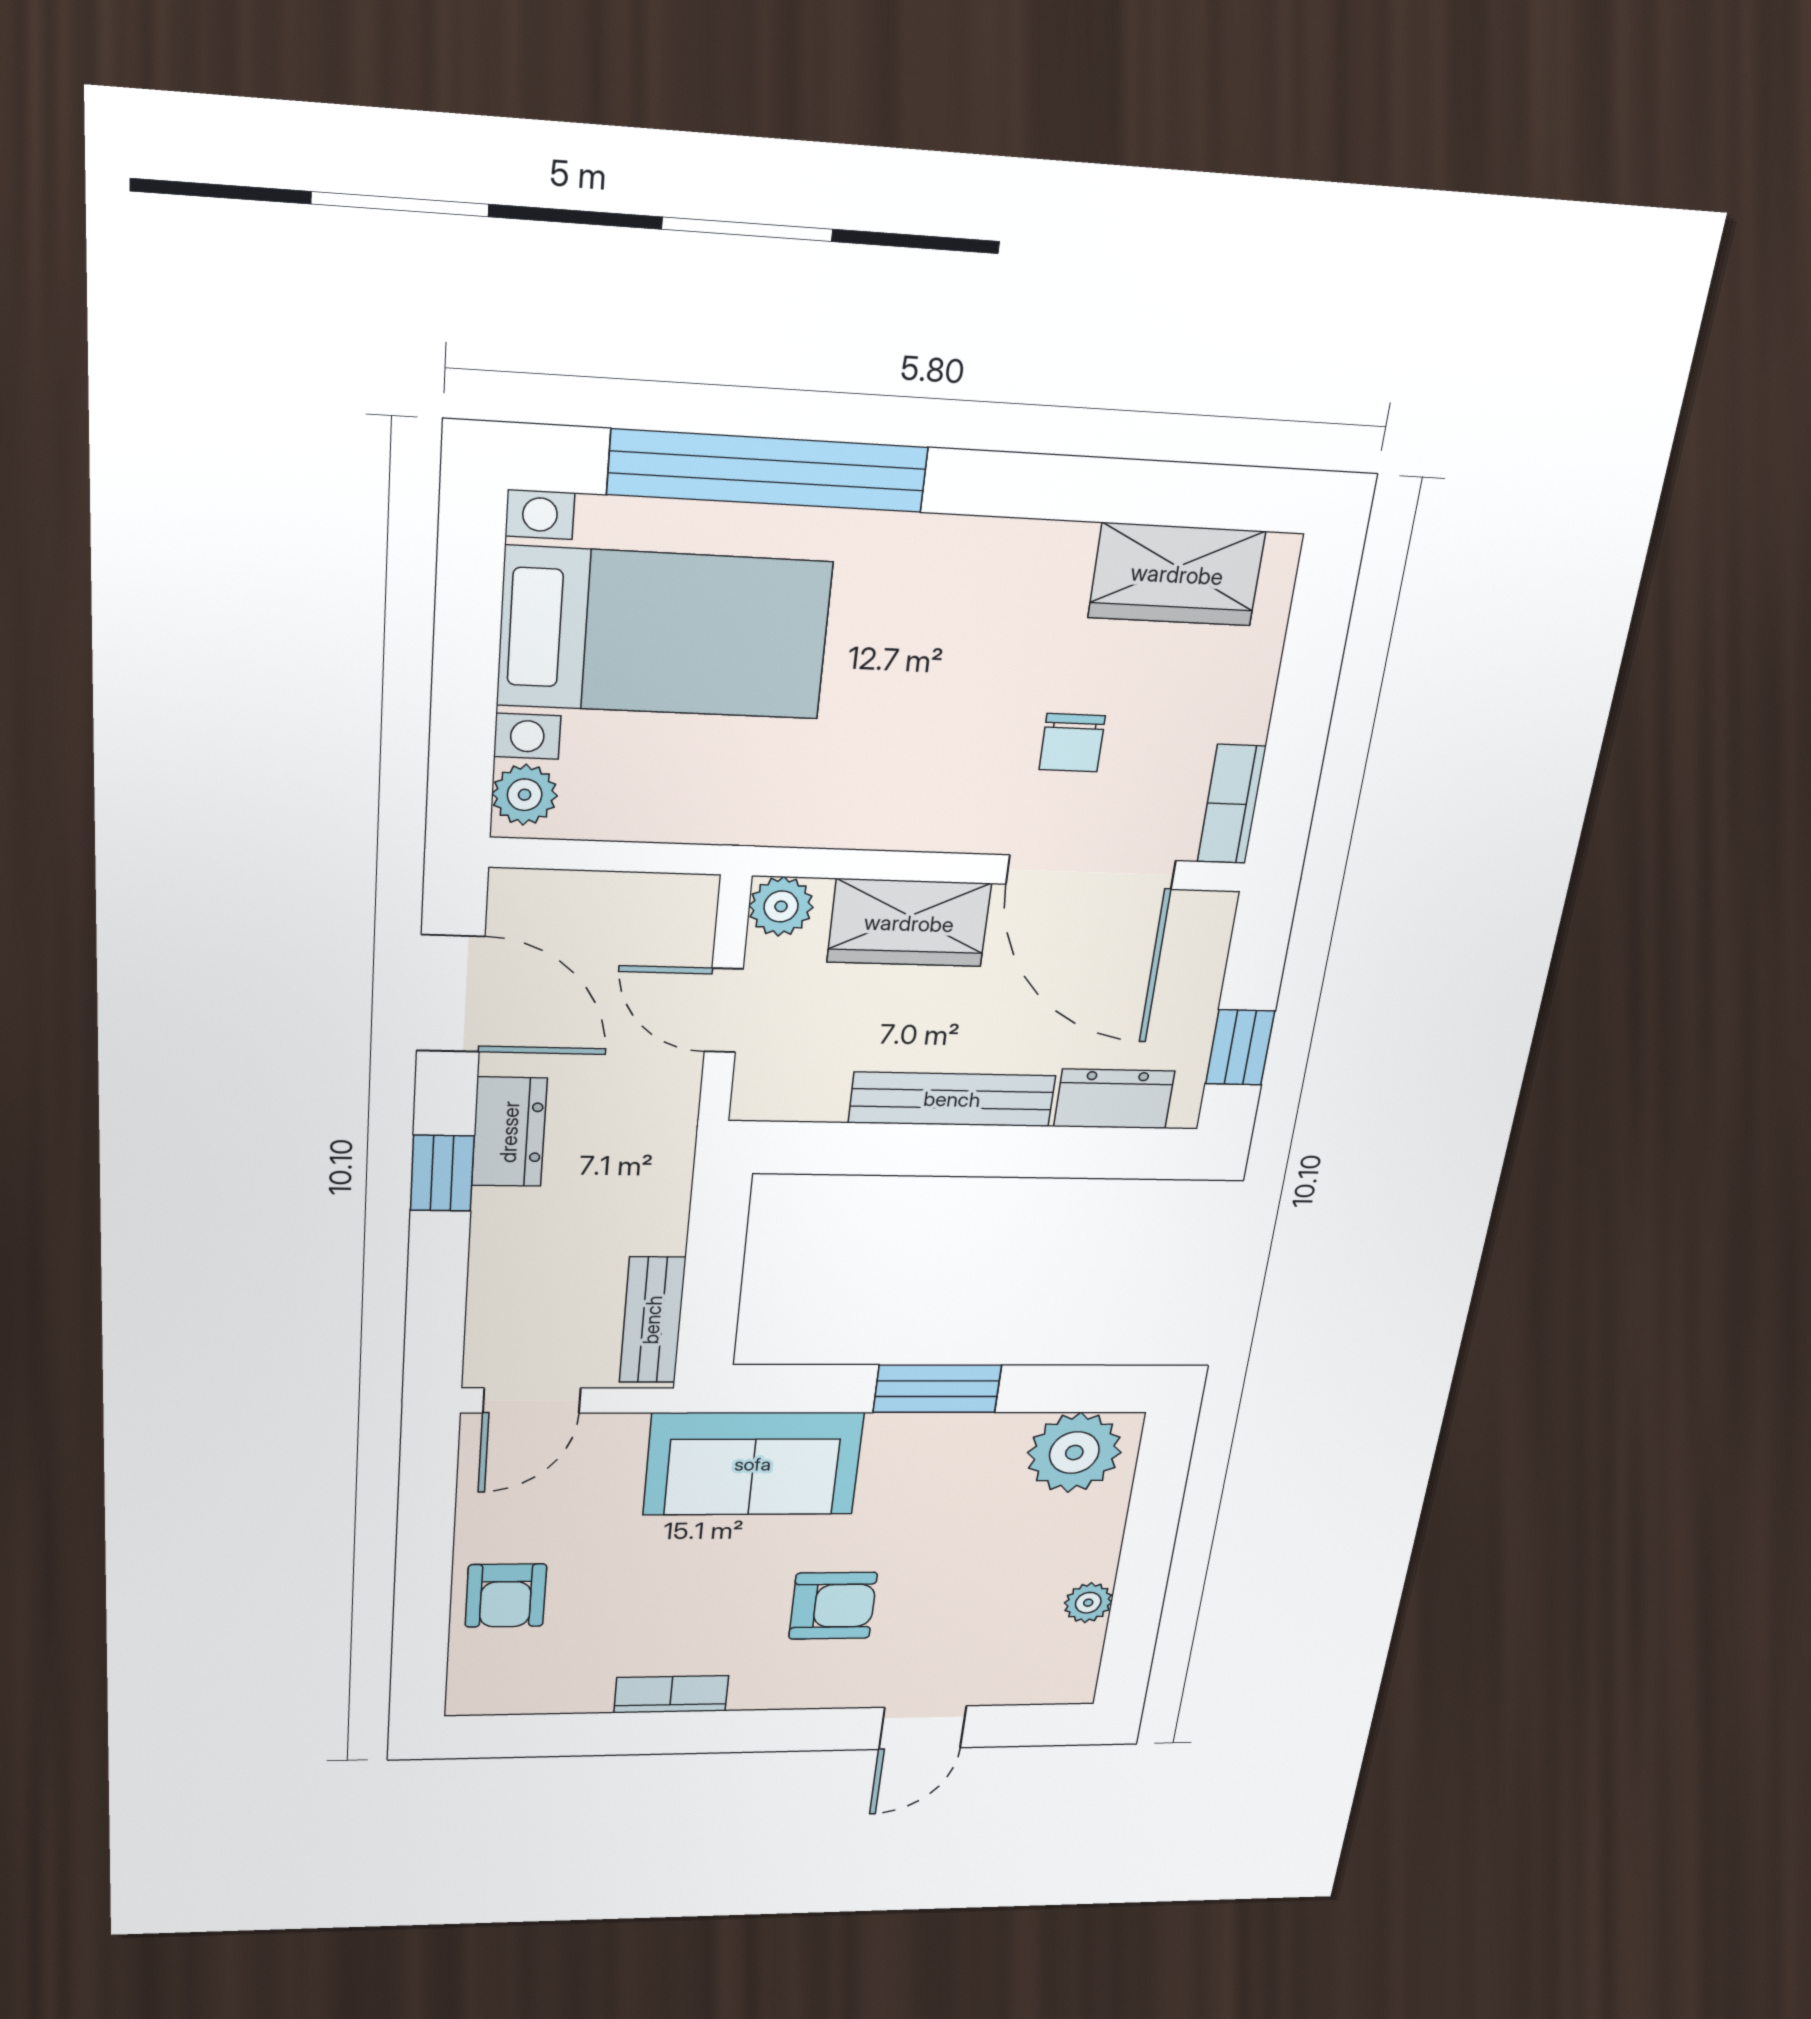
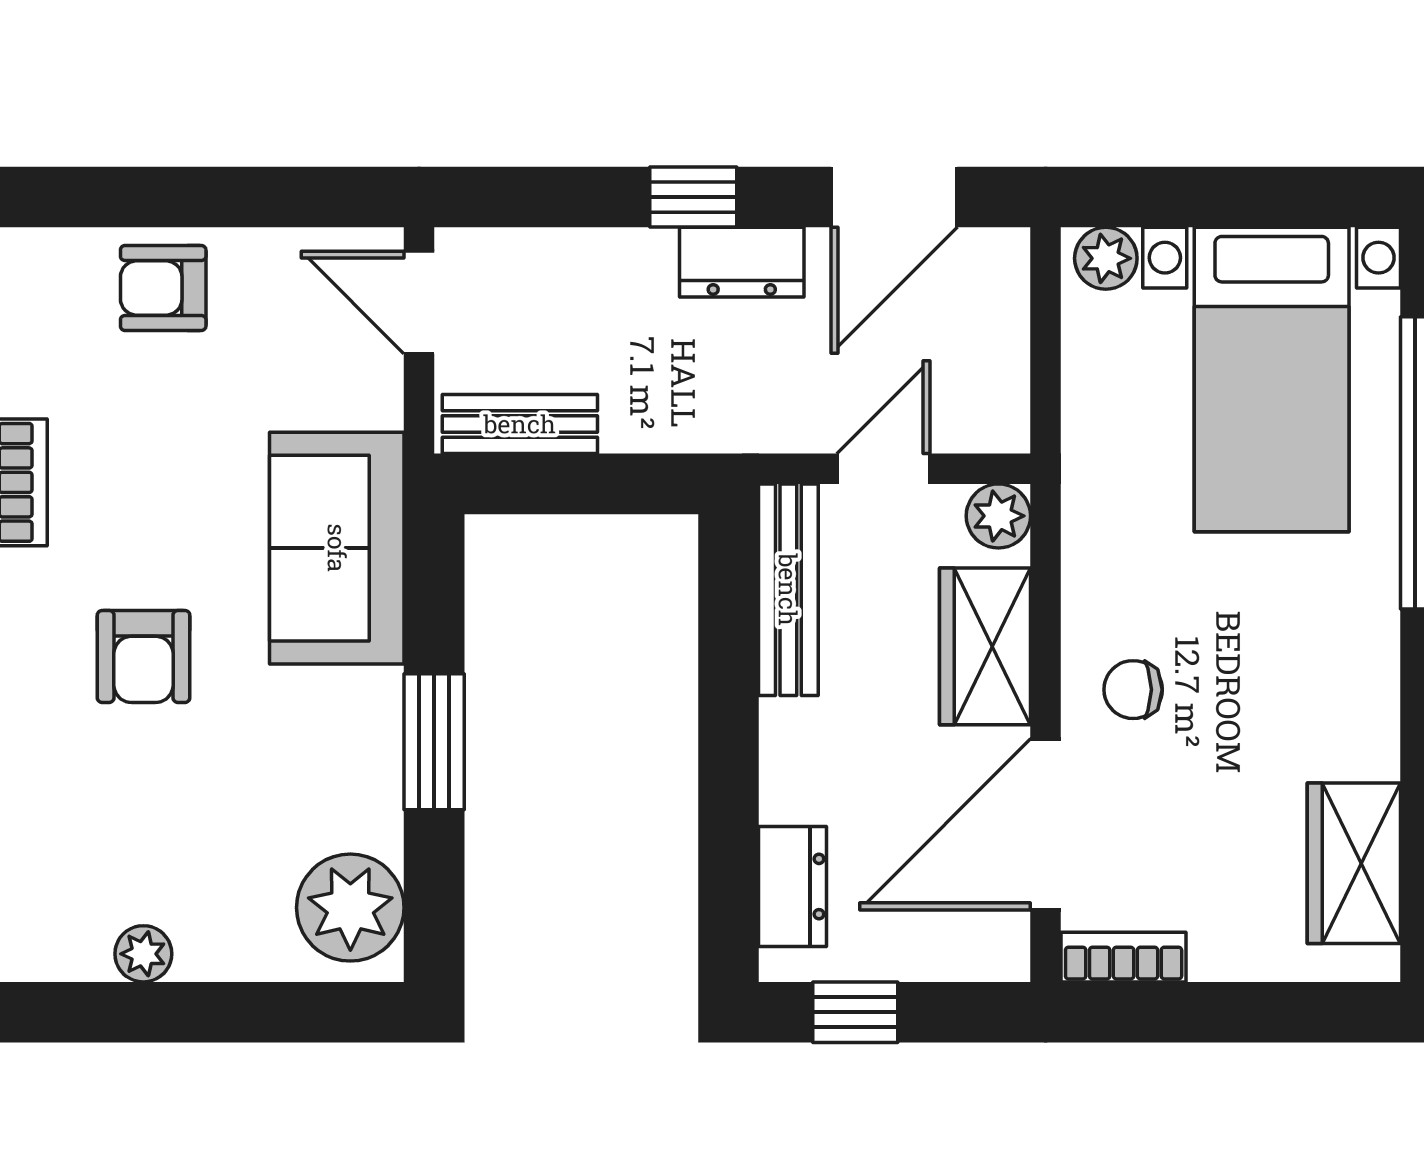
chair: (1072, 743) -> (1133, 690), moved
bench: (952, 1099) -> (788, 590), moved

